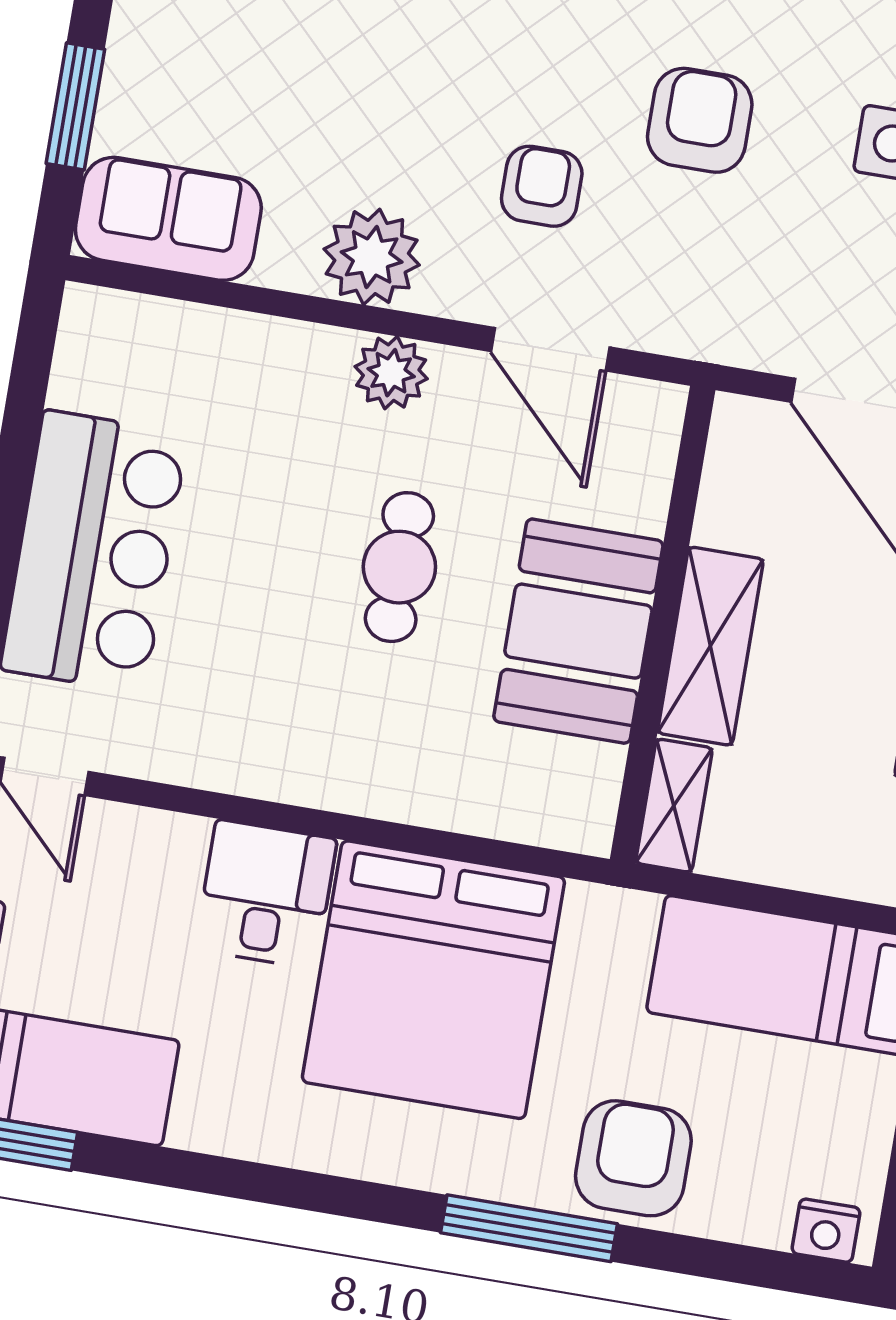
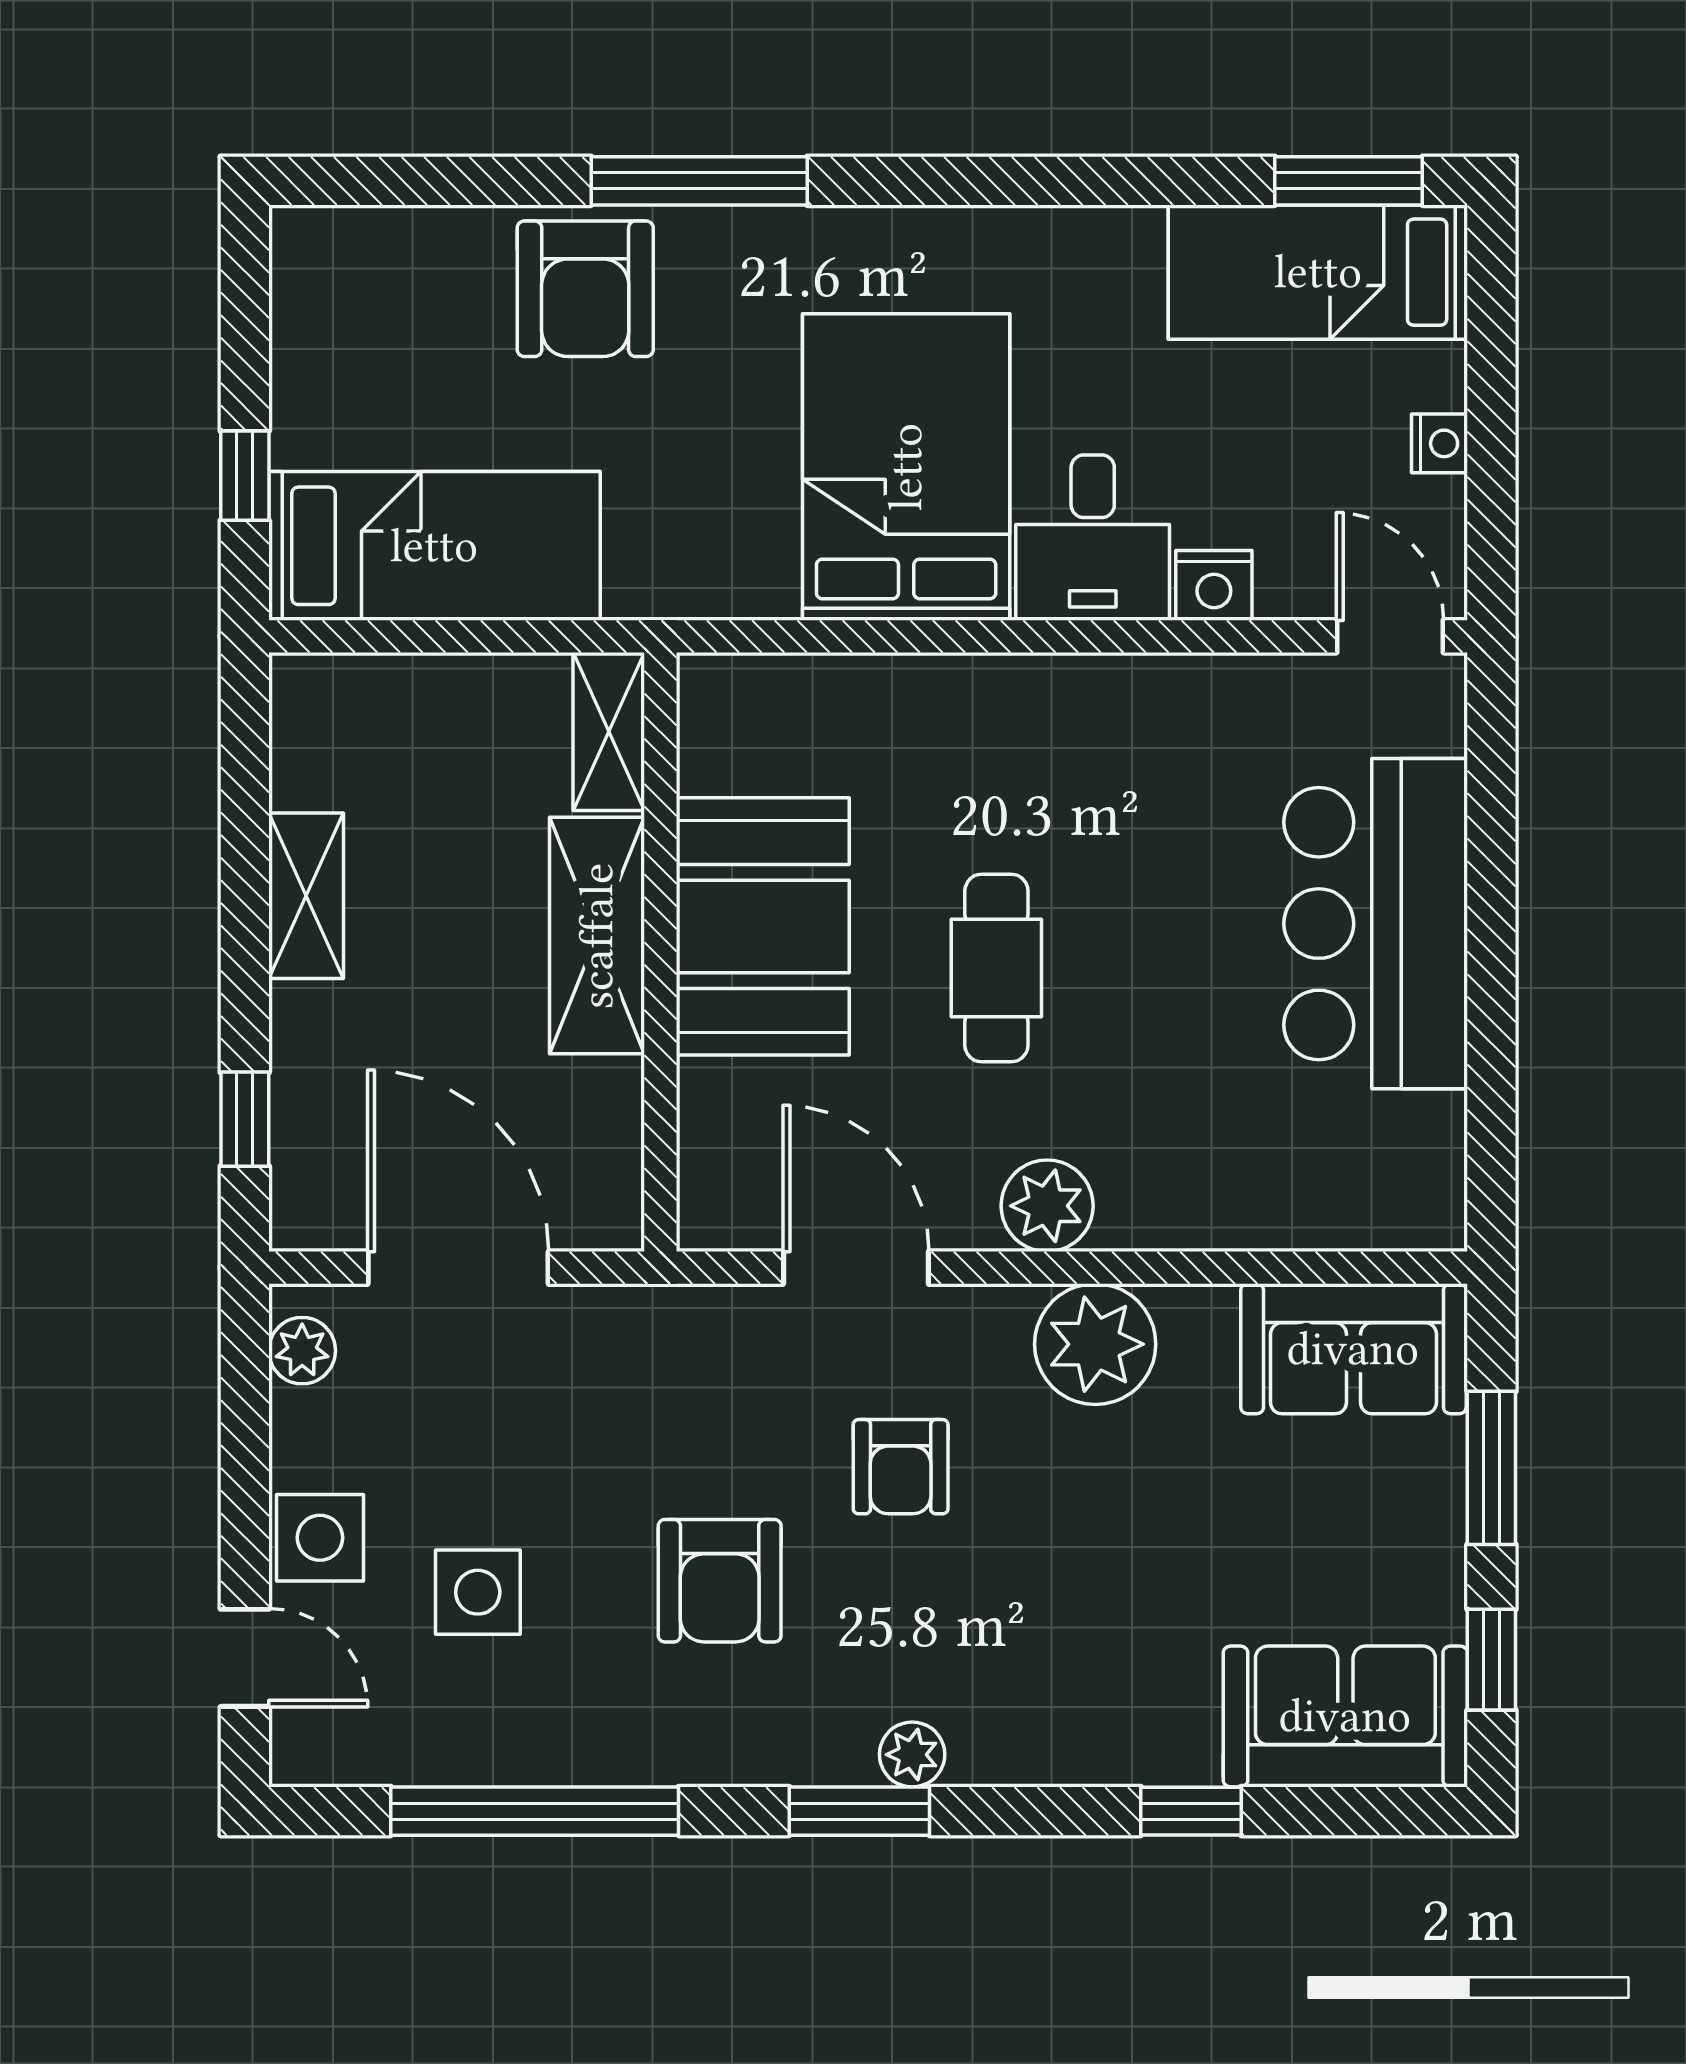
bed: (433, 980) -> (906, 467), width x0.73
nightstand: (826, 1231) -> (1214, 585), moved, turned 180

